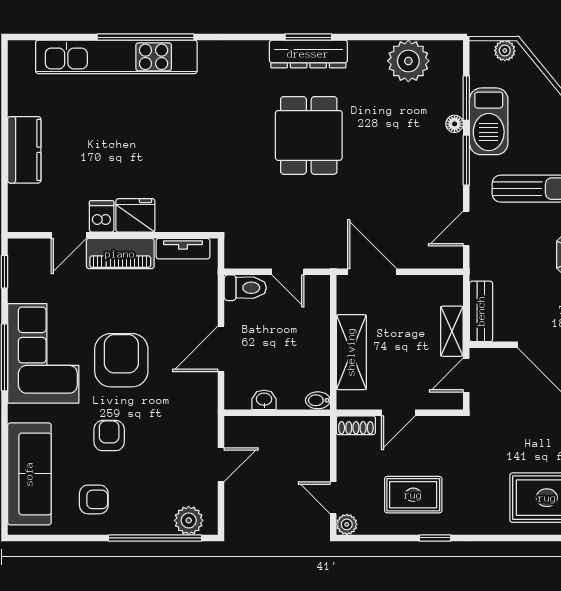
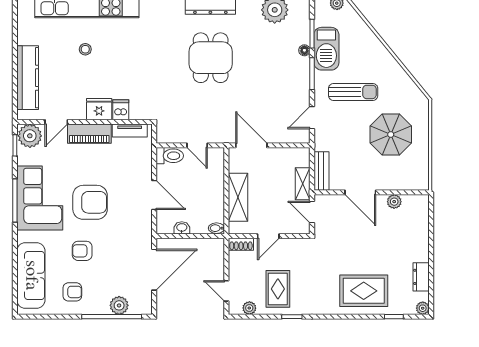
stool: (114, 122) -> (85, 49), added
kitchen counter: (24, 150) -> (28, 78), width x1.50
dishwasher: (102, 216) -> (121, 110), moved
plant: (28, 257) -> (30, 136), added
door: (221, 349) -> (154, 195), swing flipped
armchair: (121, 360) -> (90, 202), turned 90
door: (466, 375) -> (312, 212), hinge flipped
armchair: (109, 436) -> (82, 251), turned -90
door: (221, 465) -> (154, 270), width x1.87
rug: (413, 495) -> (278, 289), turned 90
plant: (189, 520) -> (119, 305), moved
plant: (347, 524) -> (249, 308), moved

